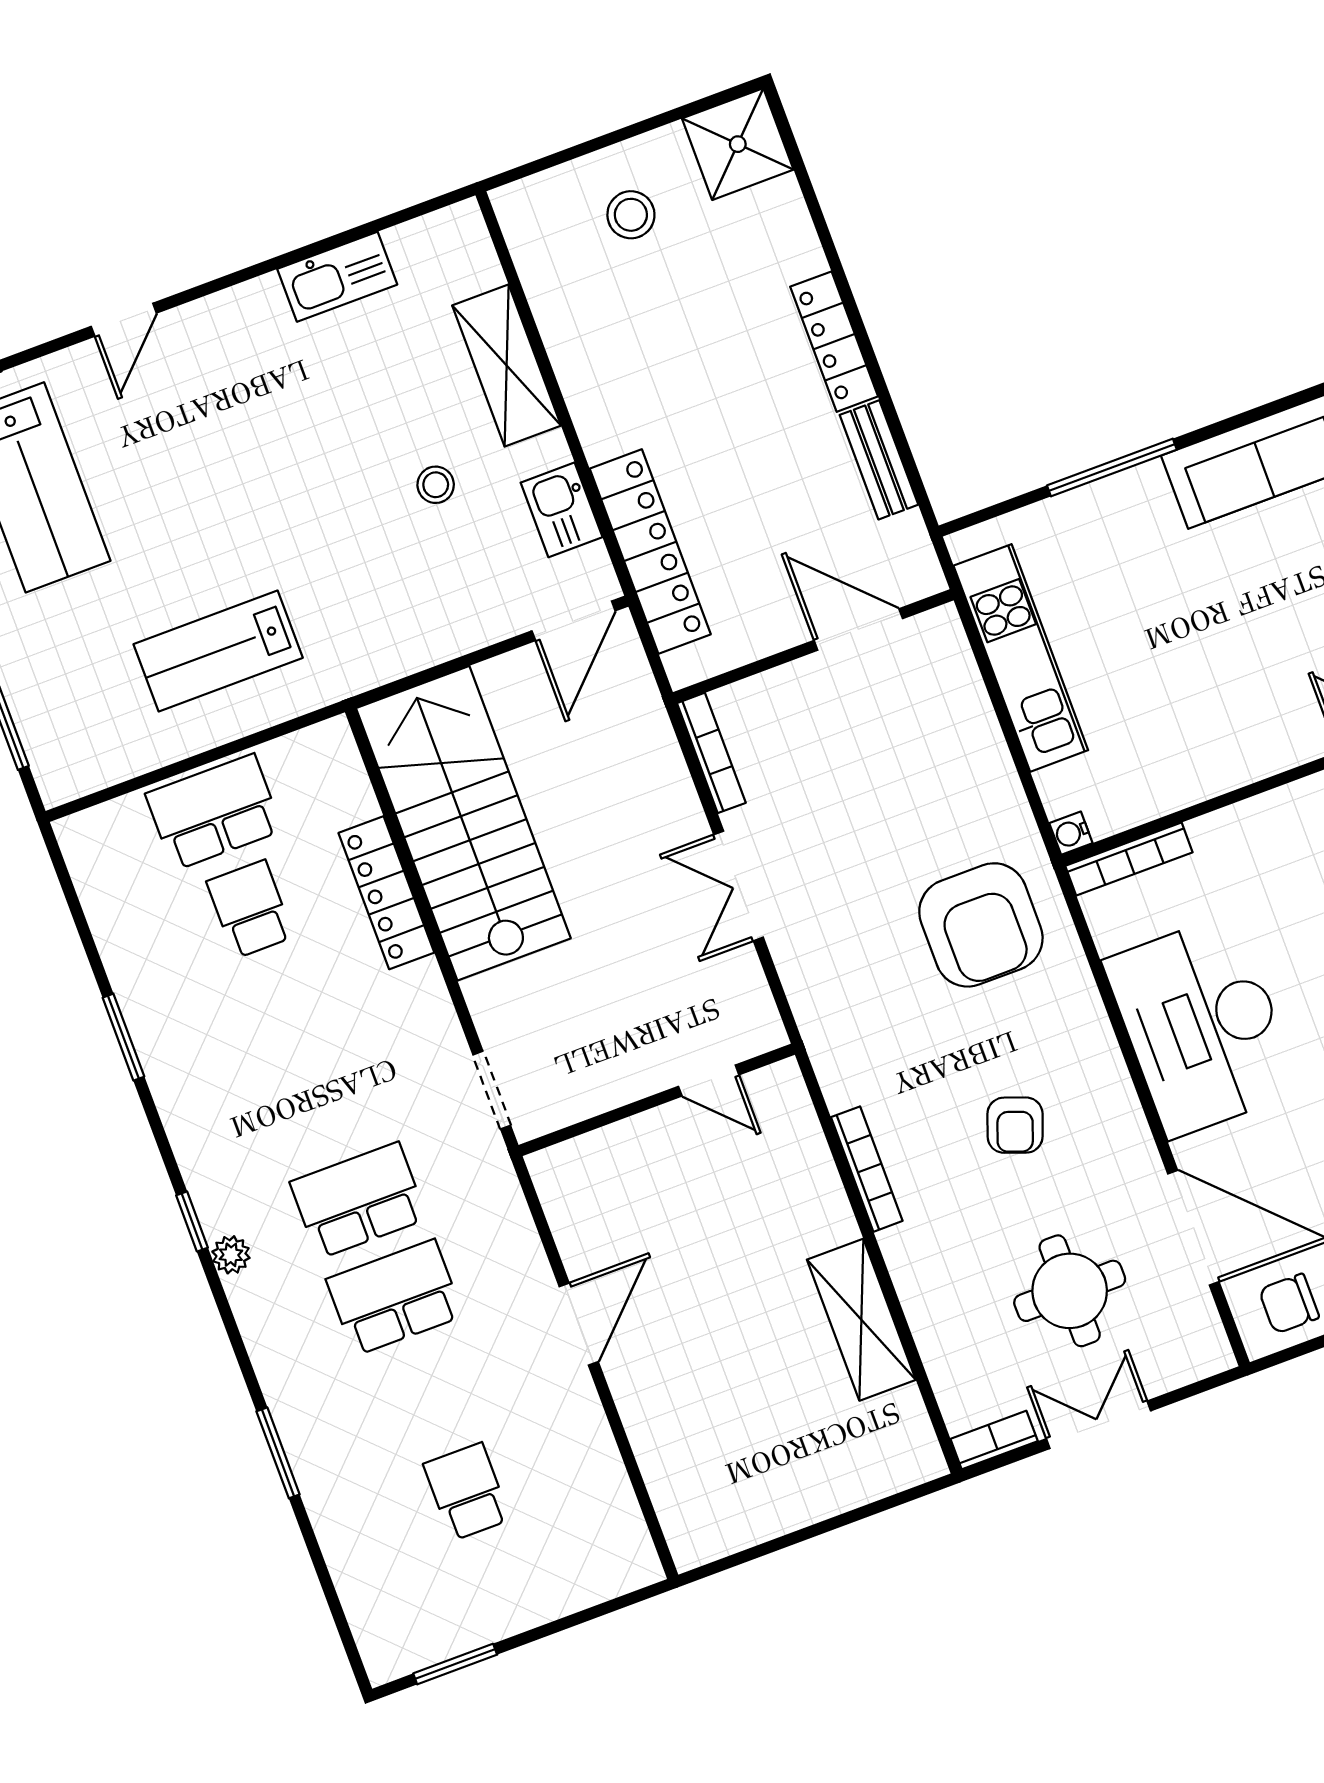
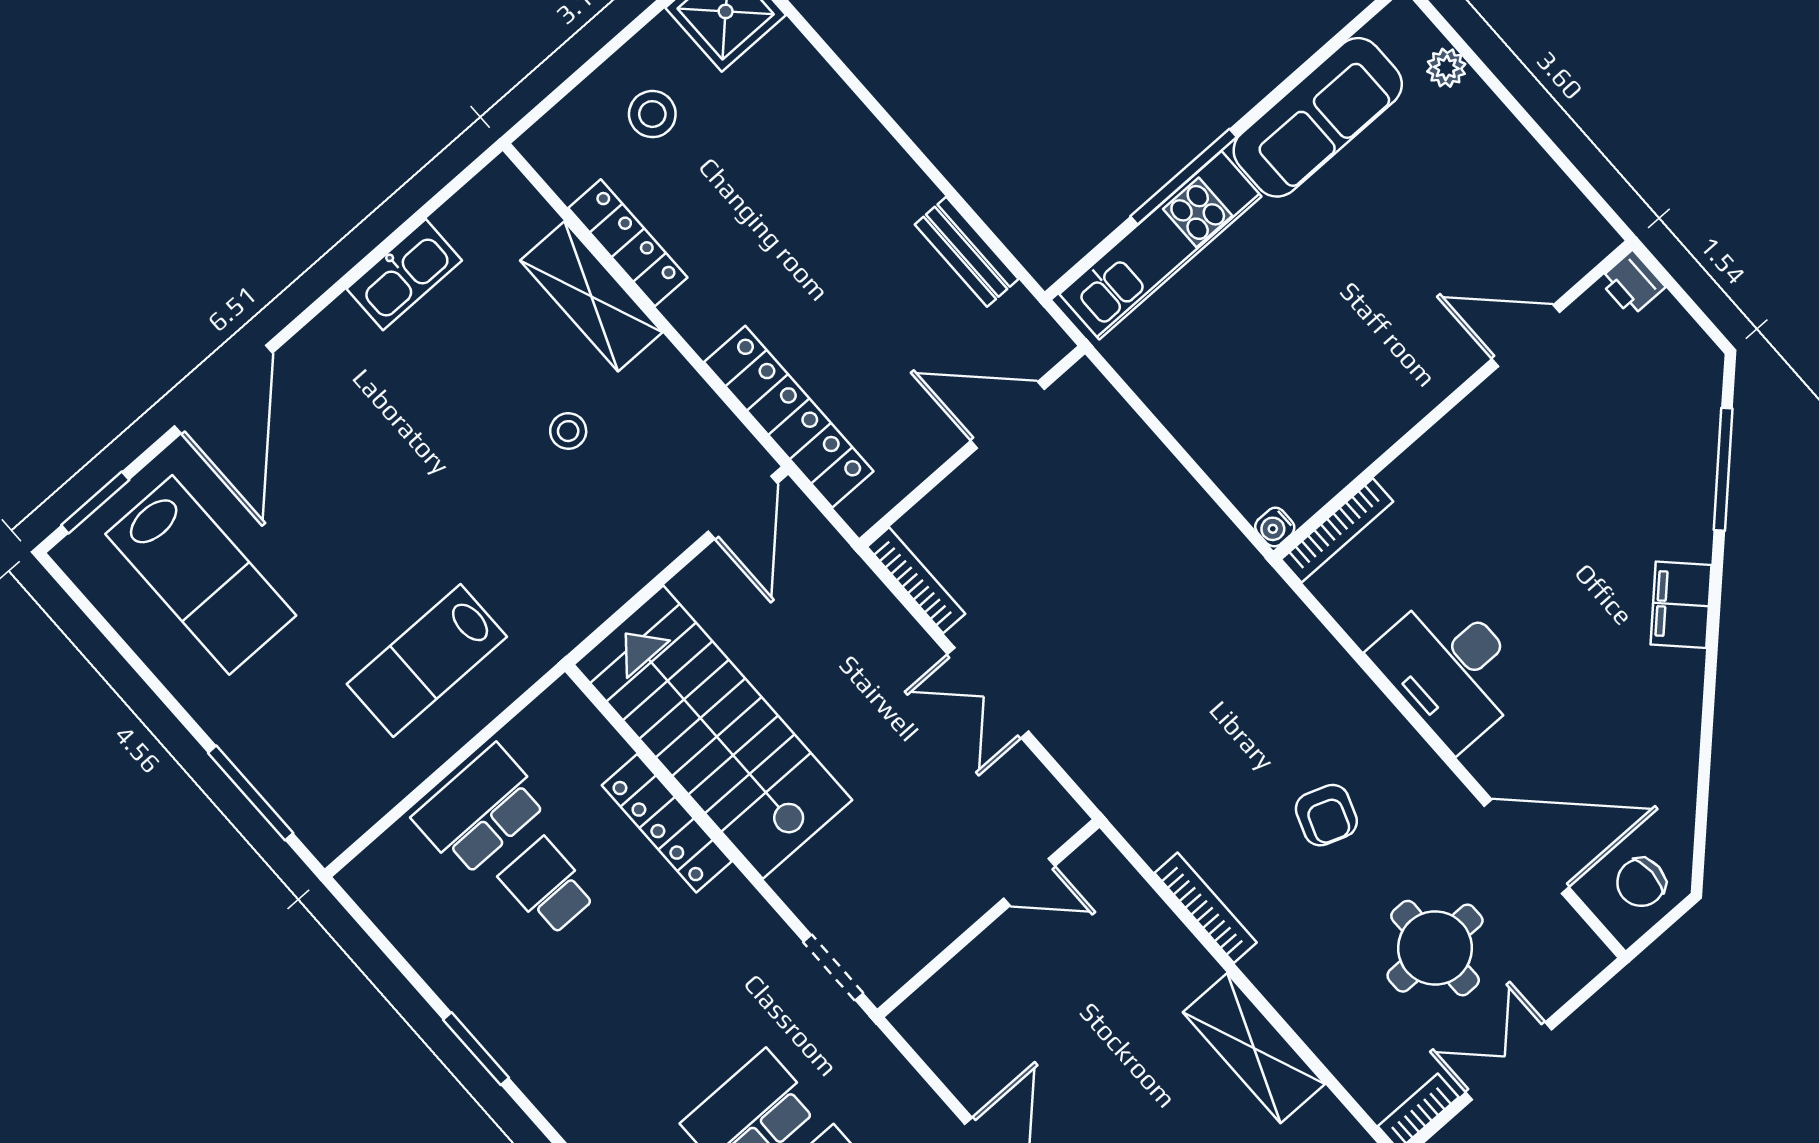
door: (124, 320) -> (223, 389), width x1.87
locker: (834, 342) -> (628, 243), moved, turned 180
kitchen sink: (562, 510) -> (693, 410), removed
kitchen unit: (1021, 658) -> (1160, 245), moved, turned 90
armchair: (981, 925) -> (1224, 643), removed
desk: (1202, 1026) -> (1451, 669), width x0.73, depth x0.77

